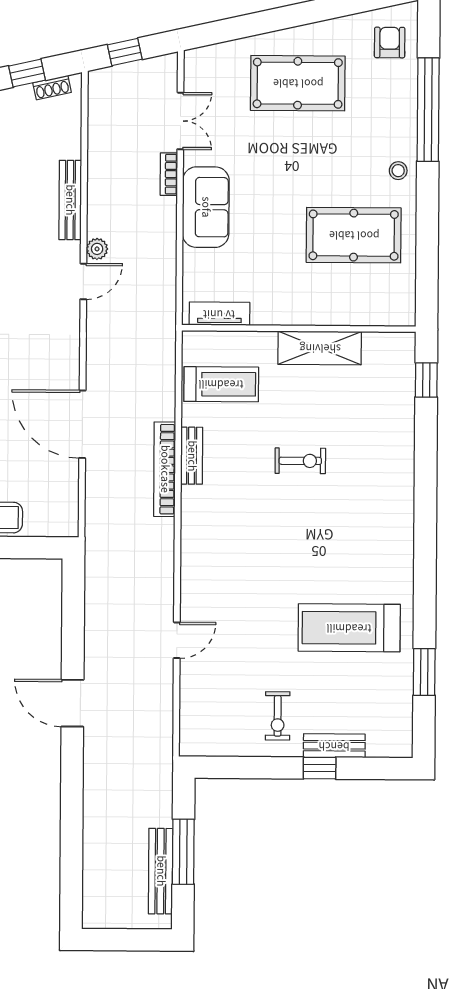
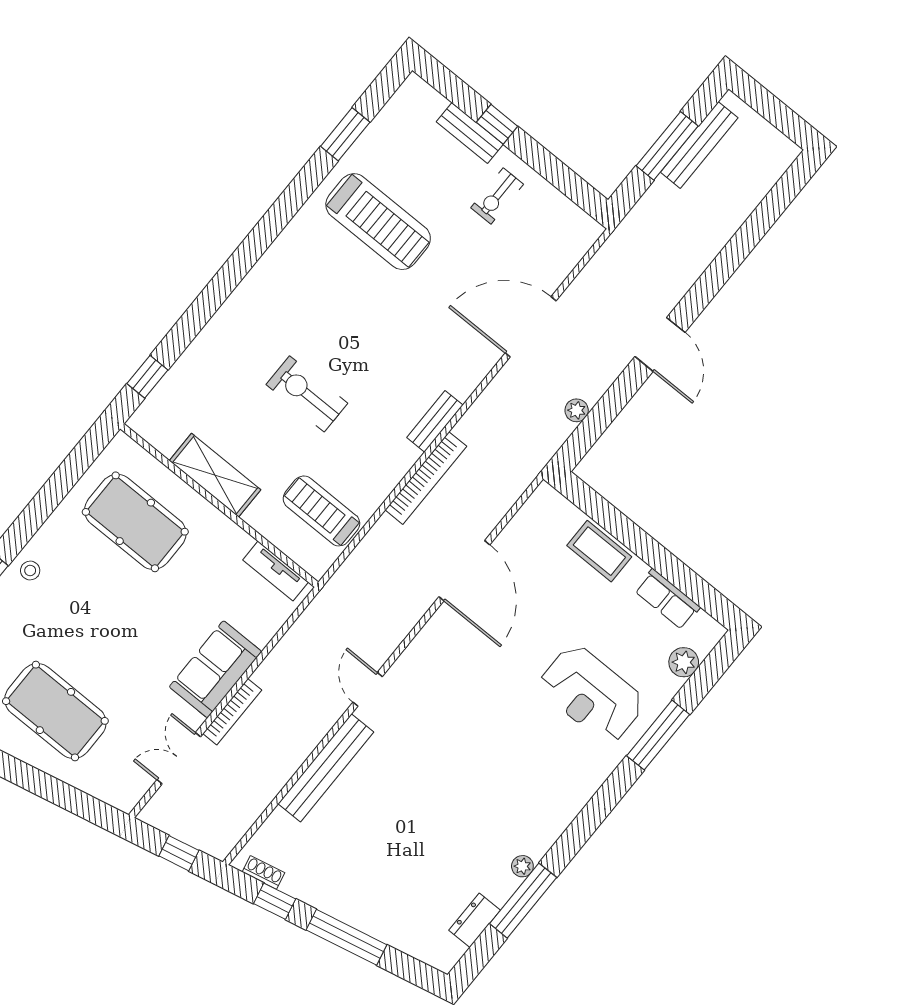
bookcase: (169, 174) -> (232, 712), width x1.56
bench: (70, 200) -> (326, 768), width x1.37, depth x1.21
pool table: (354, 235) -> (135, 522), moved
plant: (97, 249) -> (577, 410), moved
door: (83, 281) -> (368, 689), hinge flipped
bench: (192, 456) -> (435, 421), moved
exercise bike: (300, 461) -> (307, 394), width x1.38, depth x1.39
door: (177, 640) -> (531, 327), width x1.87
exercise bike: (278, 716) -> (497, 196), turned 180

